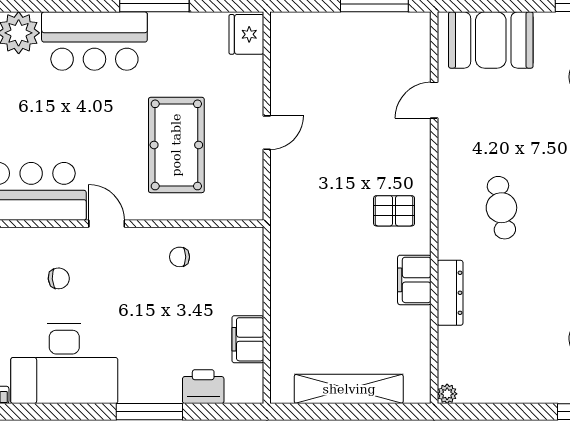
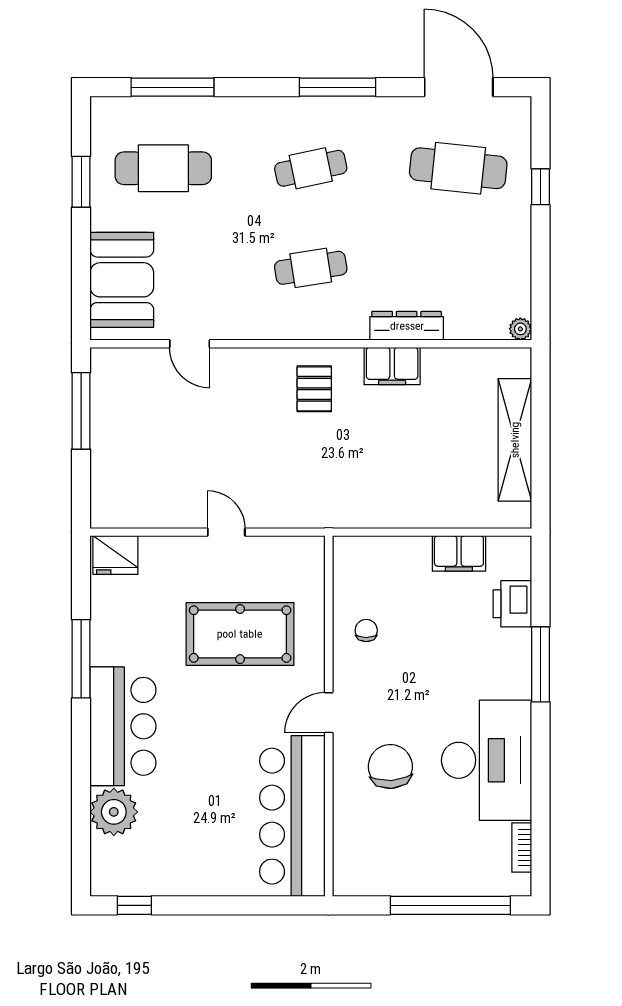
chair: (180, 257) -> (366, 630), turned 180
chair: (59, 278) -> (390, 767), width x1.87, depth x1.87

